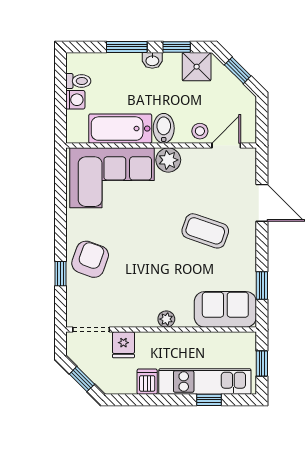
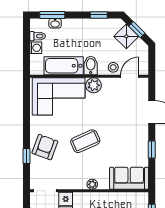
window: (127, 47) -> (52, 15), moved
washbasin: (152, 60) -> (55, 23), moved
shower: (197, 67) -> (126, 36), moved, turned 45
coffee table: (205, 231) -> (85, 141), moved, turned -43
window: (262, 285) -> (152, 150), moved

